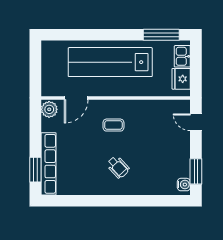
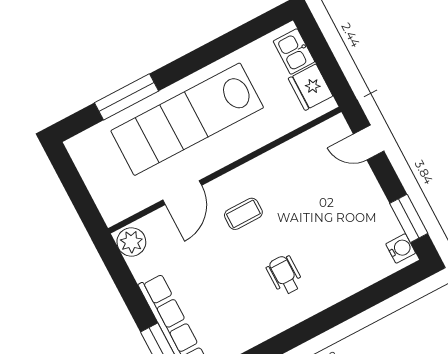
window: (161, 35) -> (127, 97), moved
door: (76, 98) -> (182, 193), moved
wheelchair: (118, 167) -> (285, 275), turned -137

